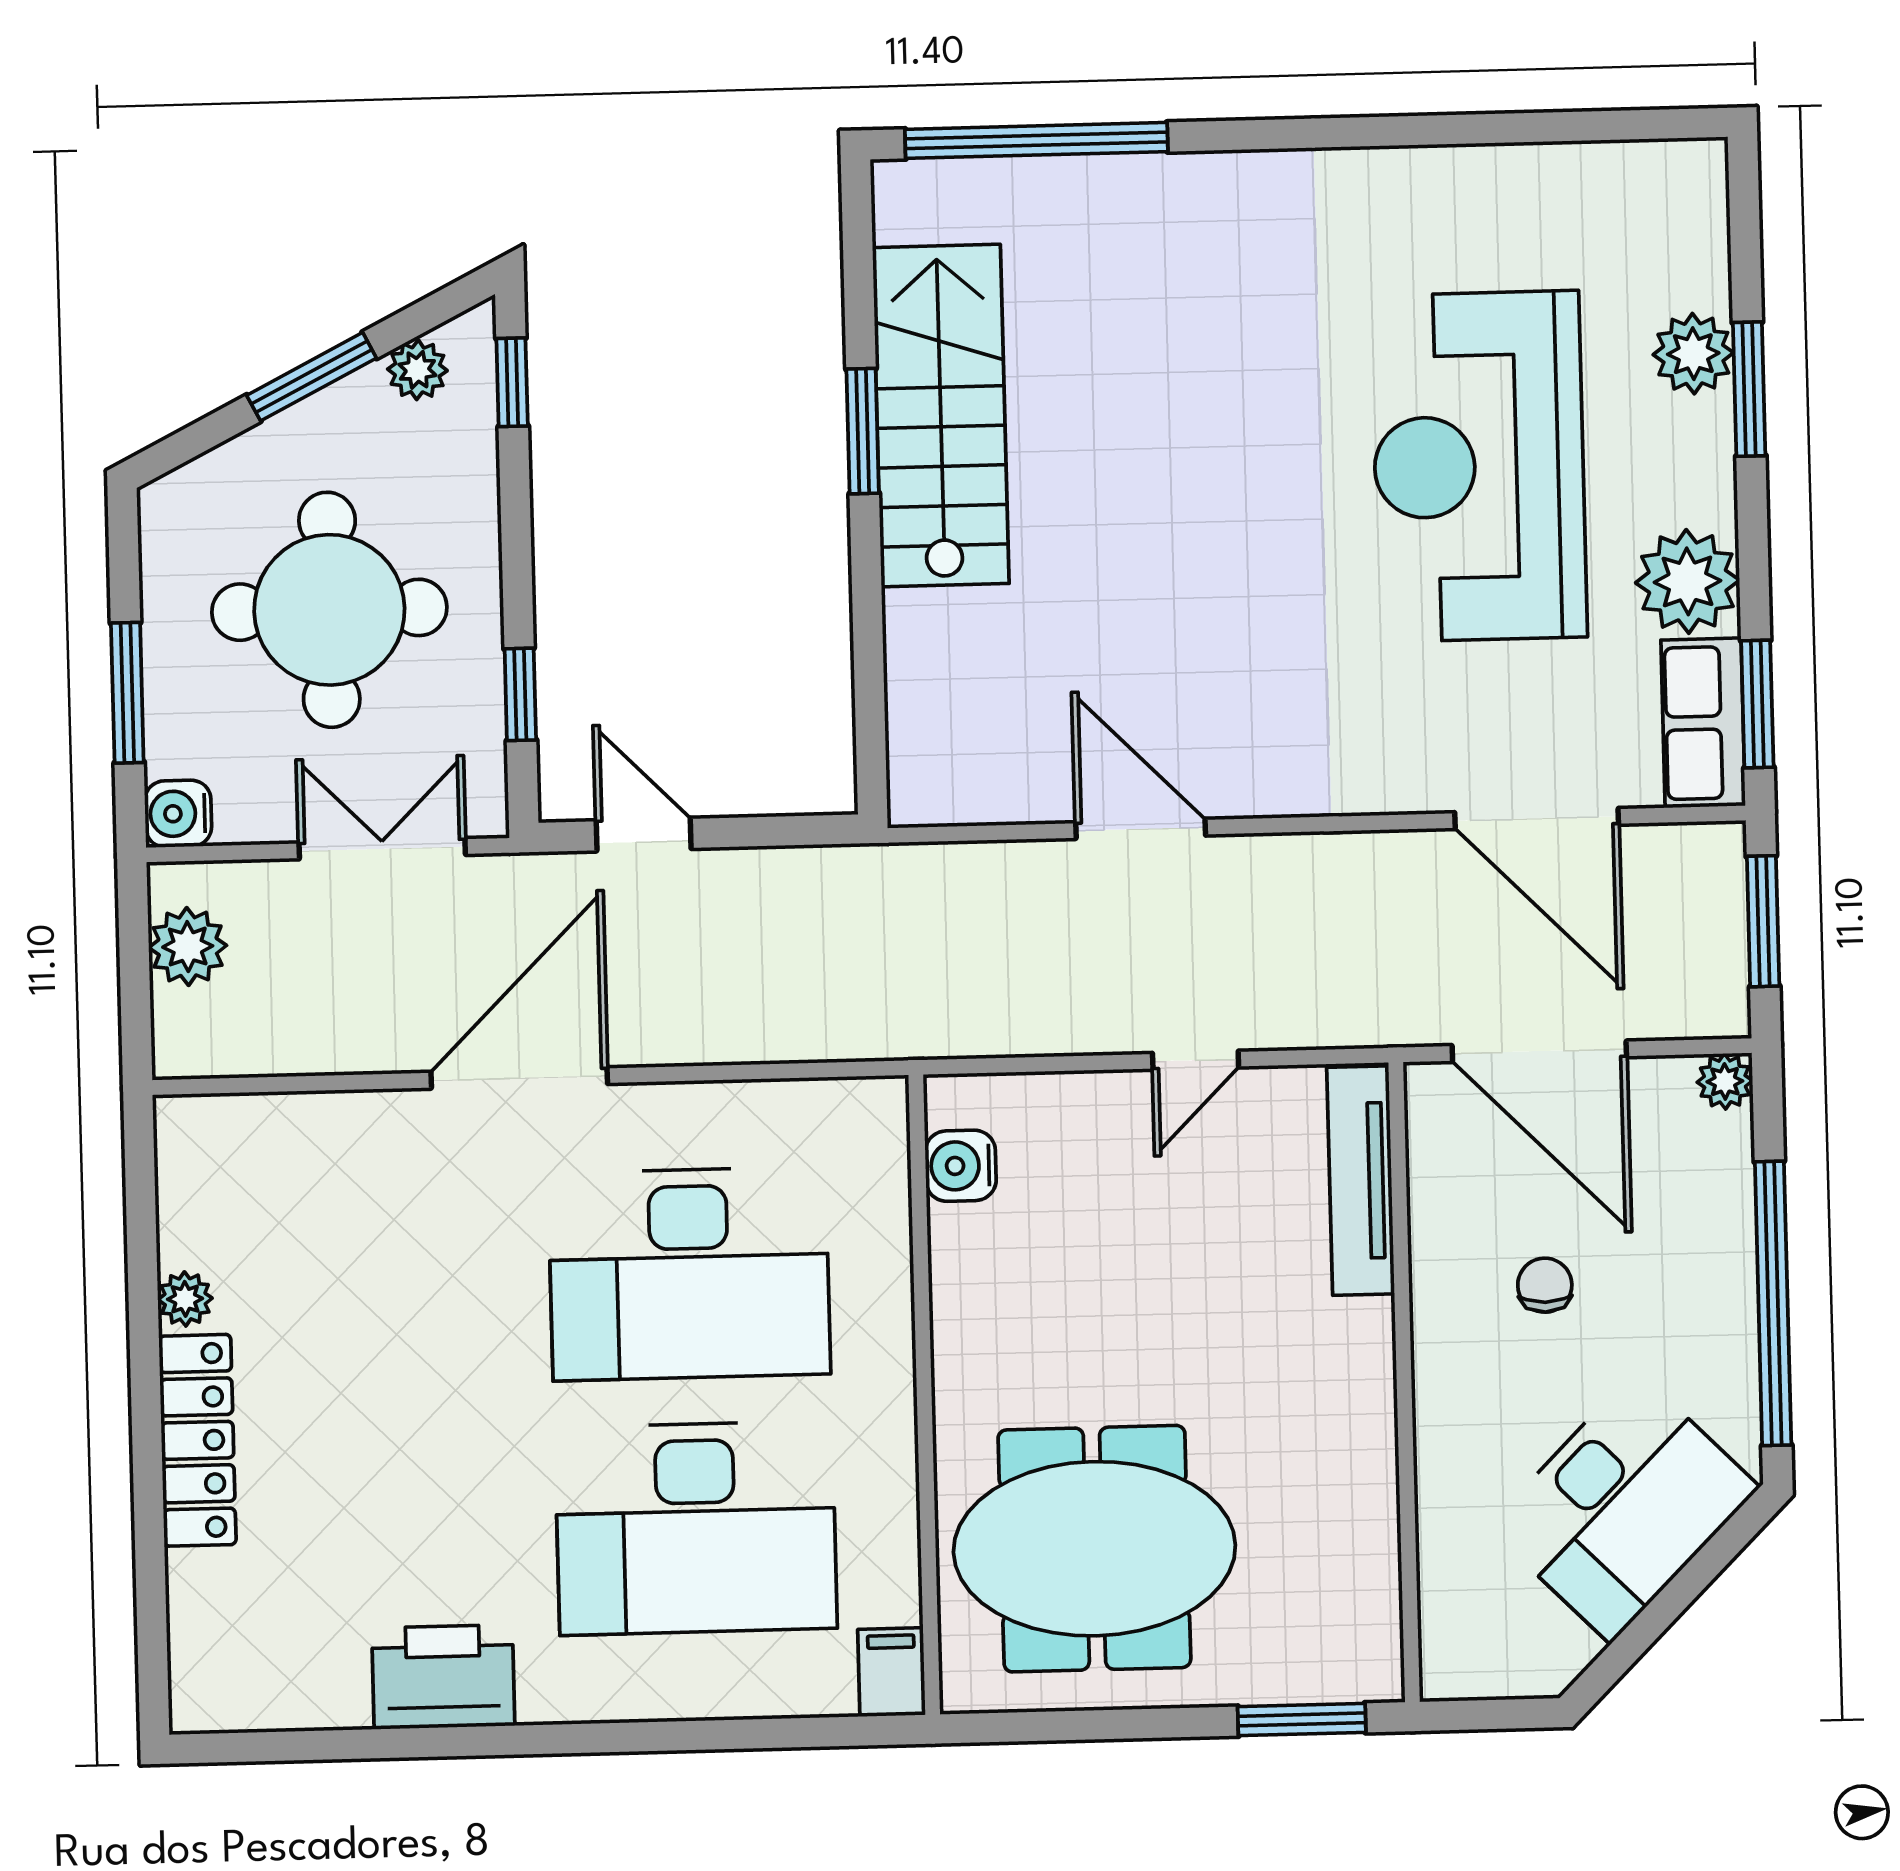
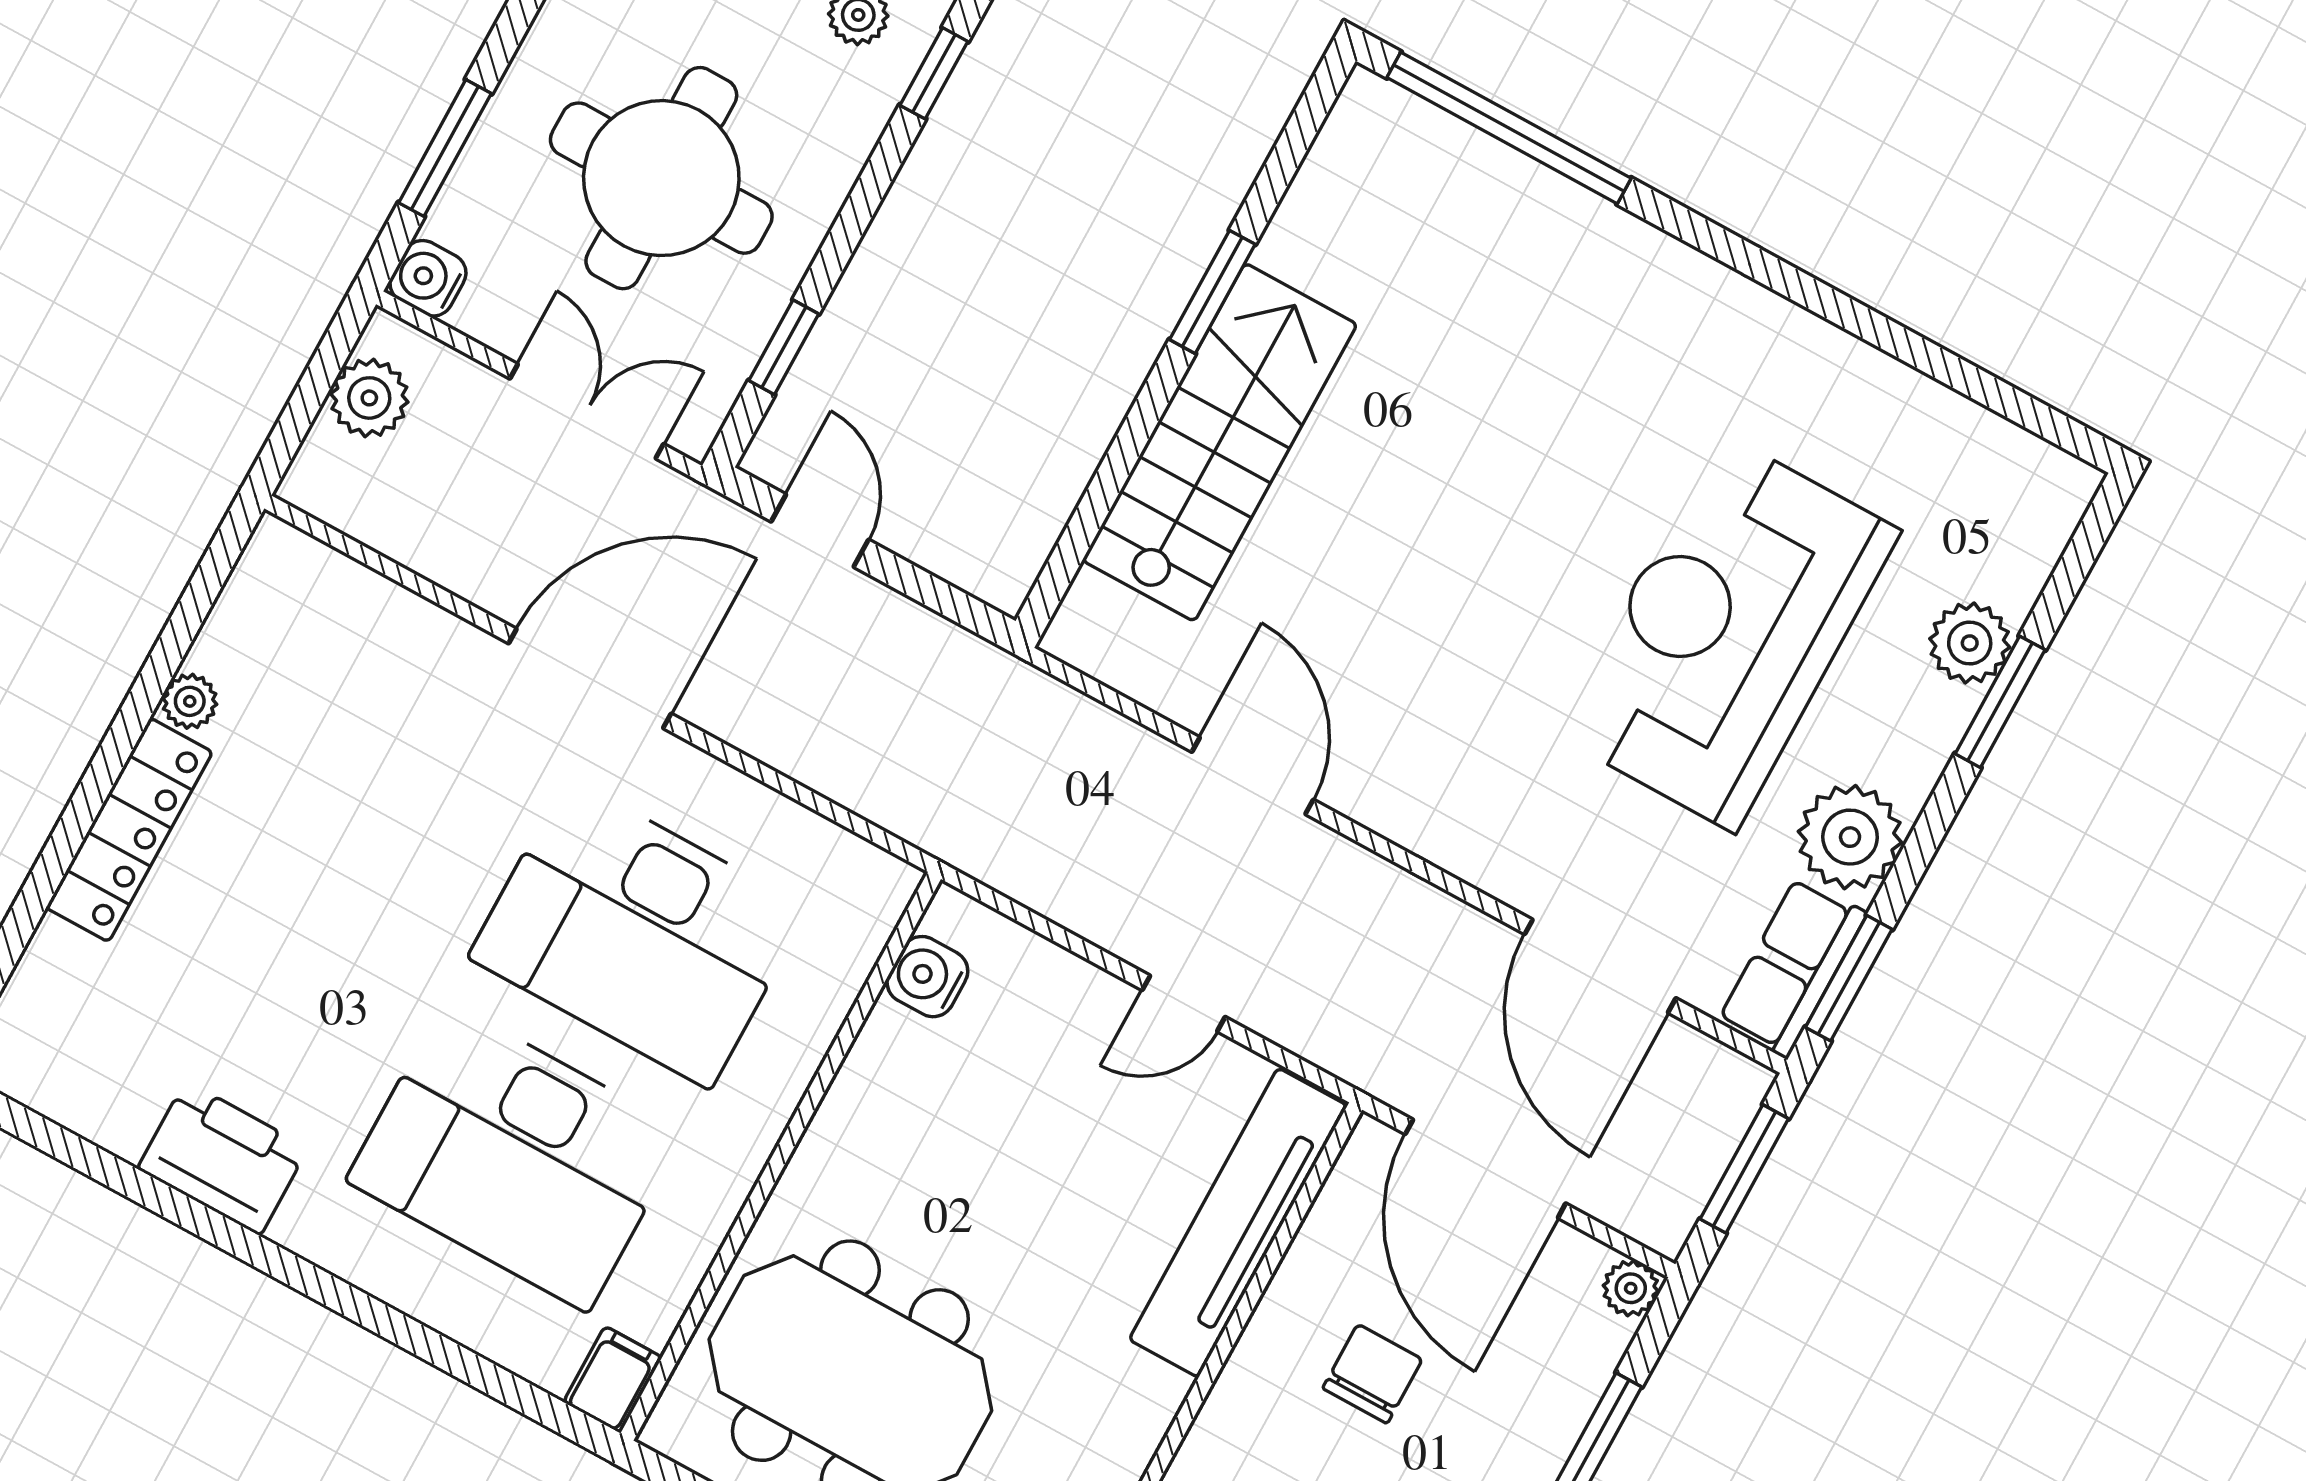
stairs: (941, 415) -> (1220, 442), moved
tv unit: (1361, 1181) -> (1238, 1223), width x1.36, depth x1.29
chair: (1545, 1285) -> (1372, 1374), width x1.37, depth x1.37

